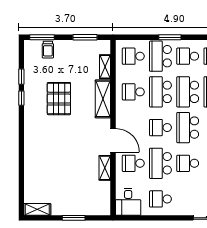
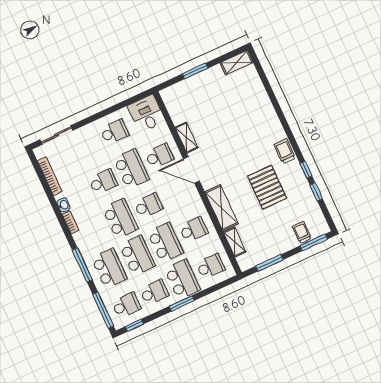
trolley: (32, 121) -> (285, 151), added

